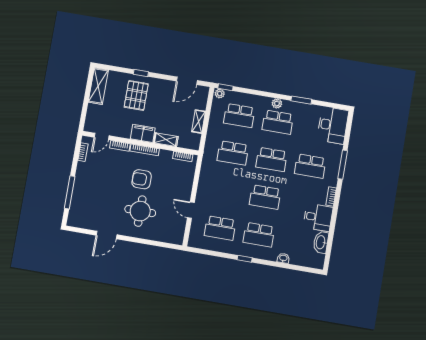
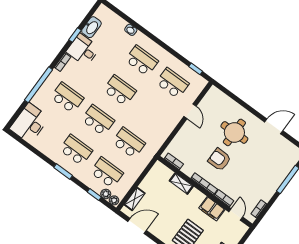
window: (225, 87) -> (94, 195), moved
window: (301, 100) -> (63, 172), moved
plant: (277, 103) -> (106, 194), moved
shelving: (198, 122) -> (135, 199), moved
filing cabinet: (143, 133) -> (212, 209), moved
door: (102, 136) -> (236, 214), hinge flipped
window: (343, 165) -> (38, 85), width x1.46
armchair: (142, 179) -> (219, 160), turned 180
window: (332, 227) -> (75, 35), added
window: (245, 259) -> (196, 69), moved

